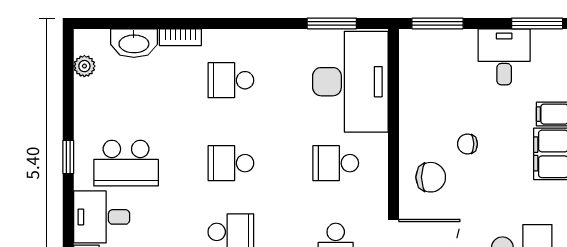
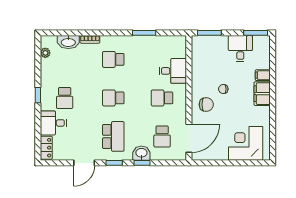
window: (332, 23) -> (144, 33), moved
desk: (350, 82) -> (173, 71), width x0.53, depth x0.77
school desk: (126, 163) -> (65, 98), width x0.54

